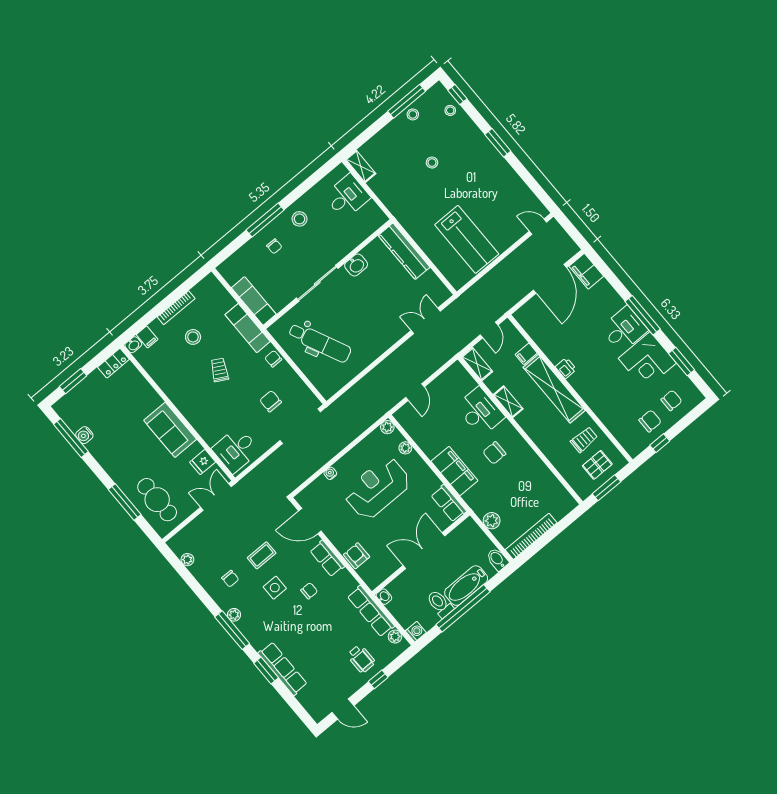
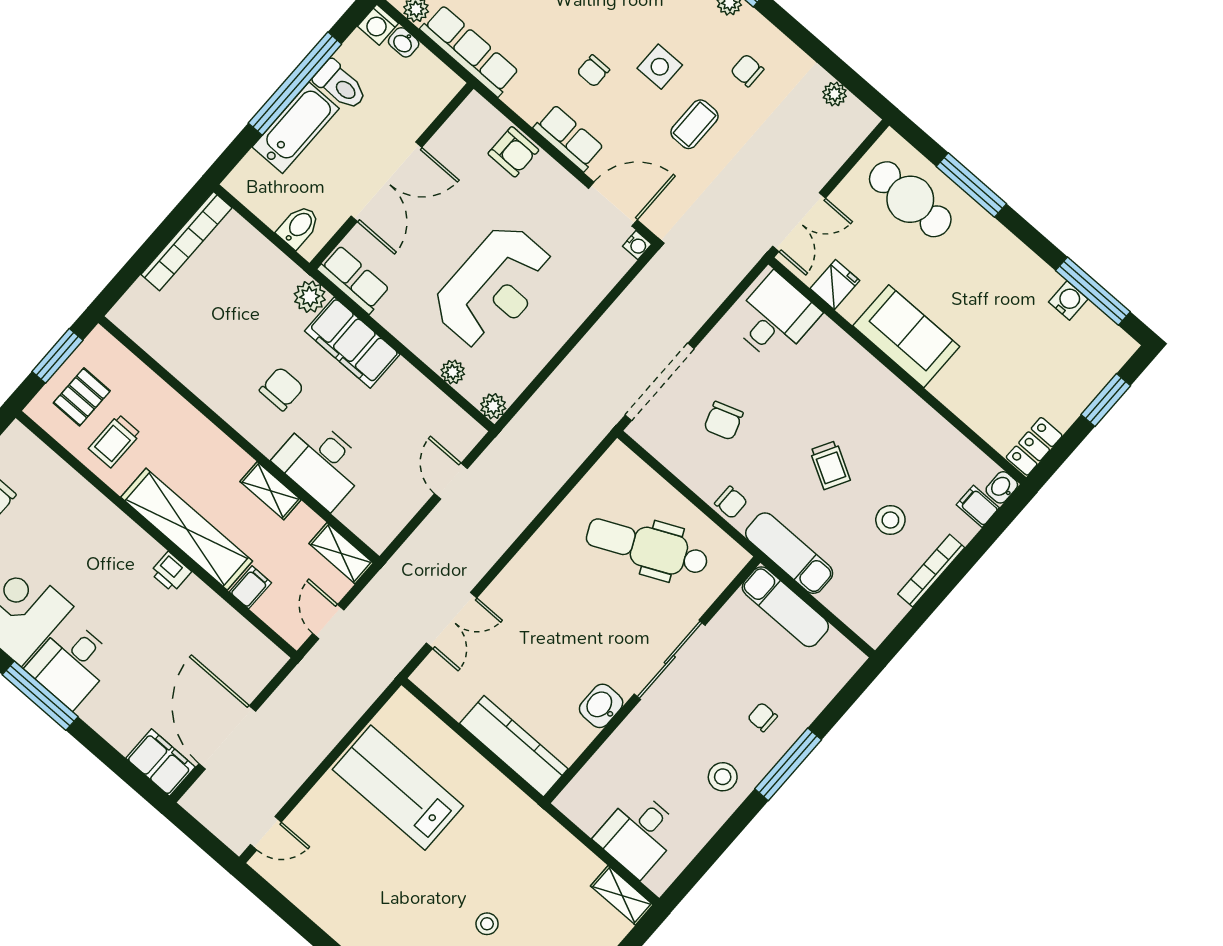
chair: (271, 401) -> (723, 421), turned 71
water cooler: (330, 473) -> (637, 245), moved
plant: (492, 521) -> (310, 297), moved
bidet: (497, 559) -> (299, 227), moved, turned -90
washbasin: (384, 597) -> (404, 42), moved

